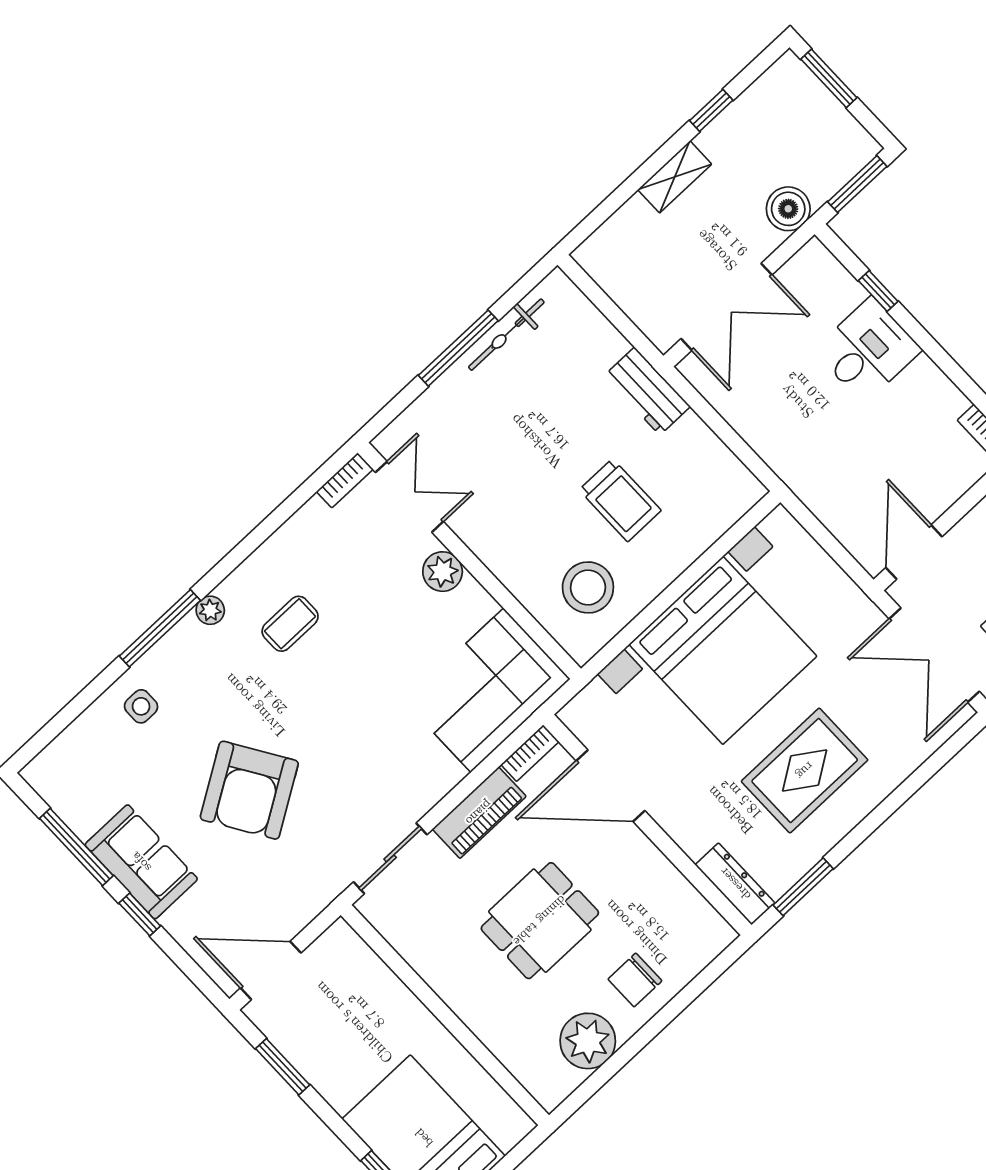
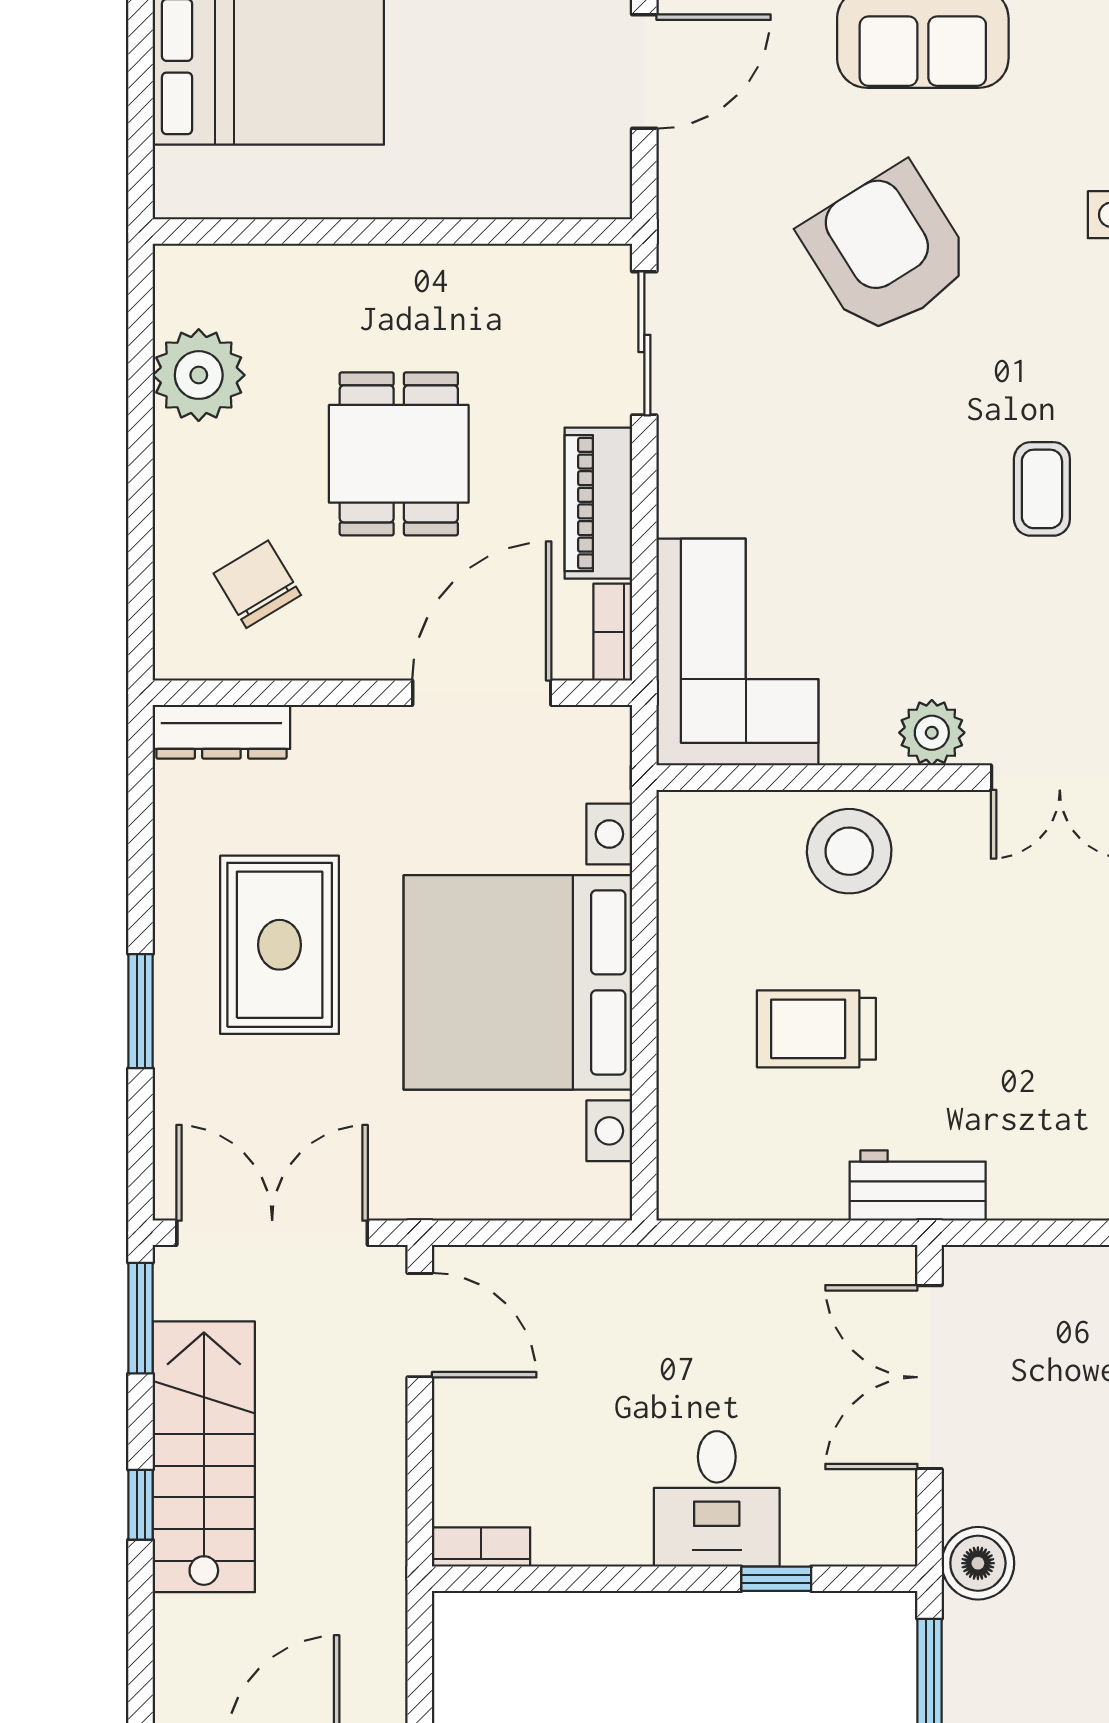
stool: (588, 587) -> (849, 851), moved
window: (803, 887) -> (141, 1011), moved
chair: (635, 980) -> (257, 584), moved, turned -31

